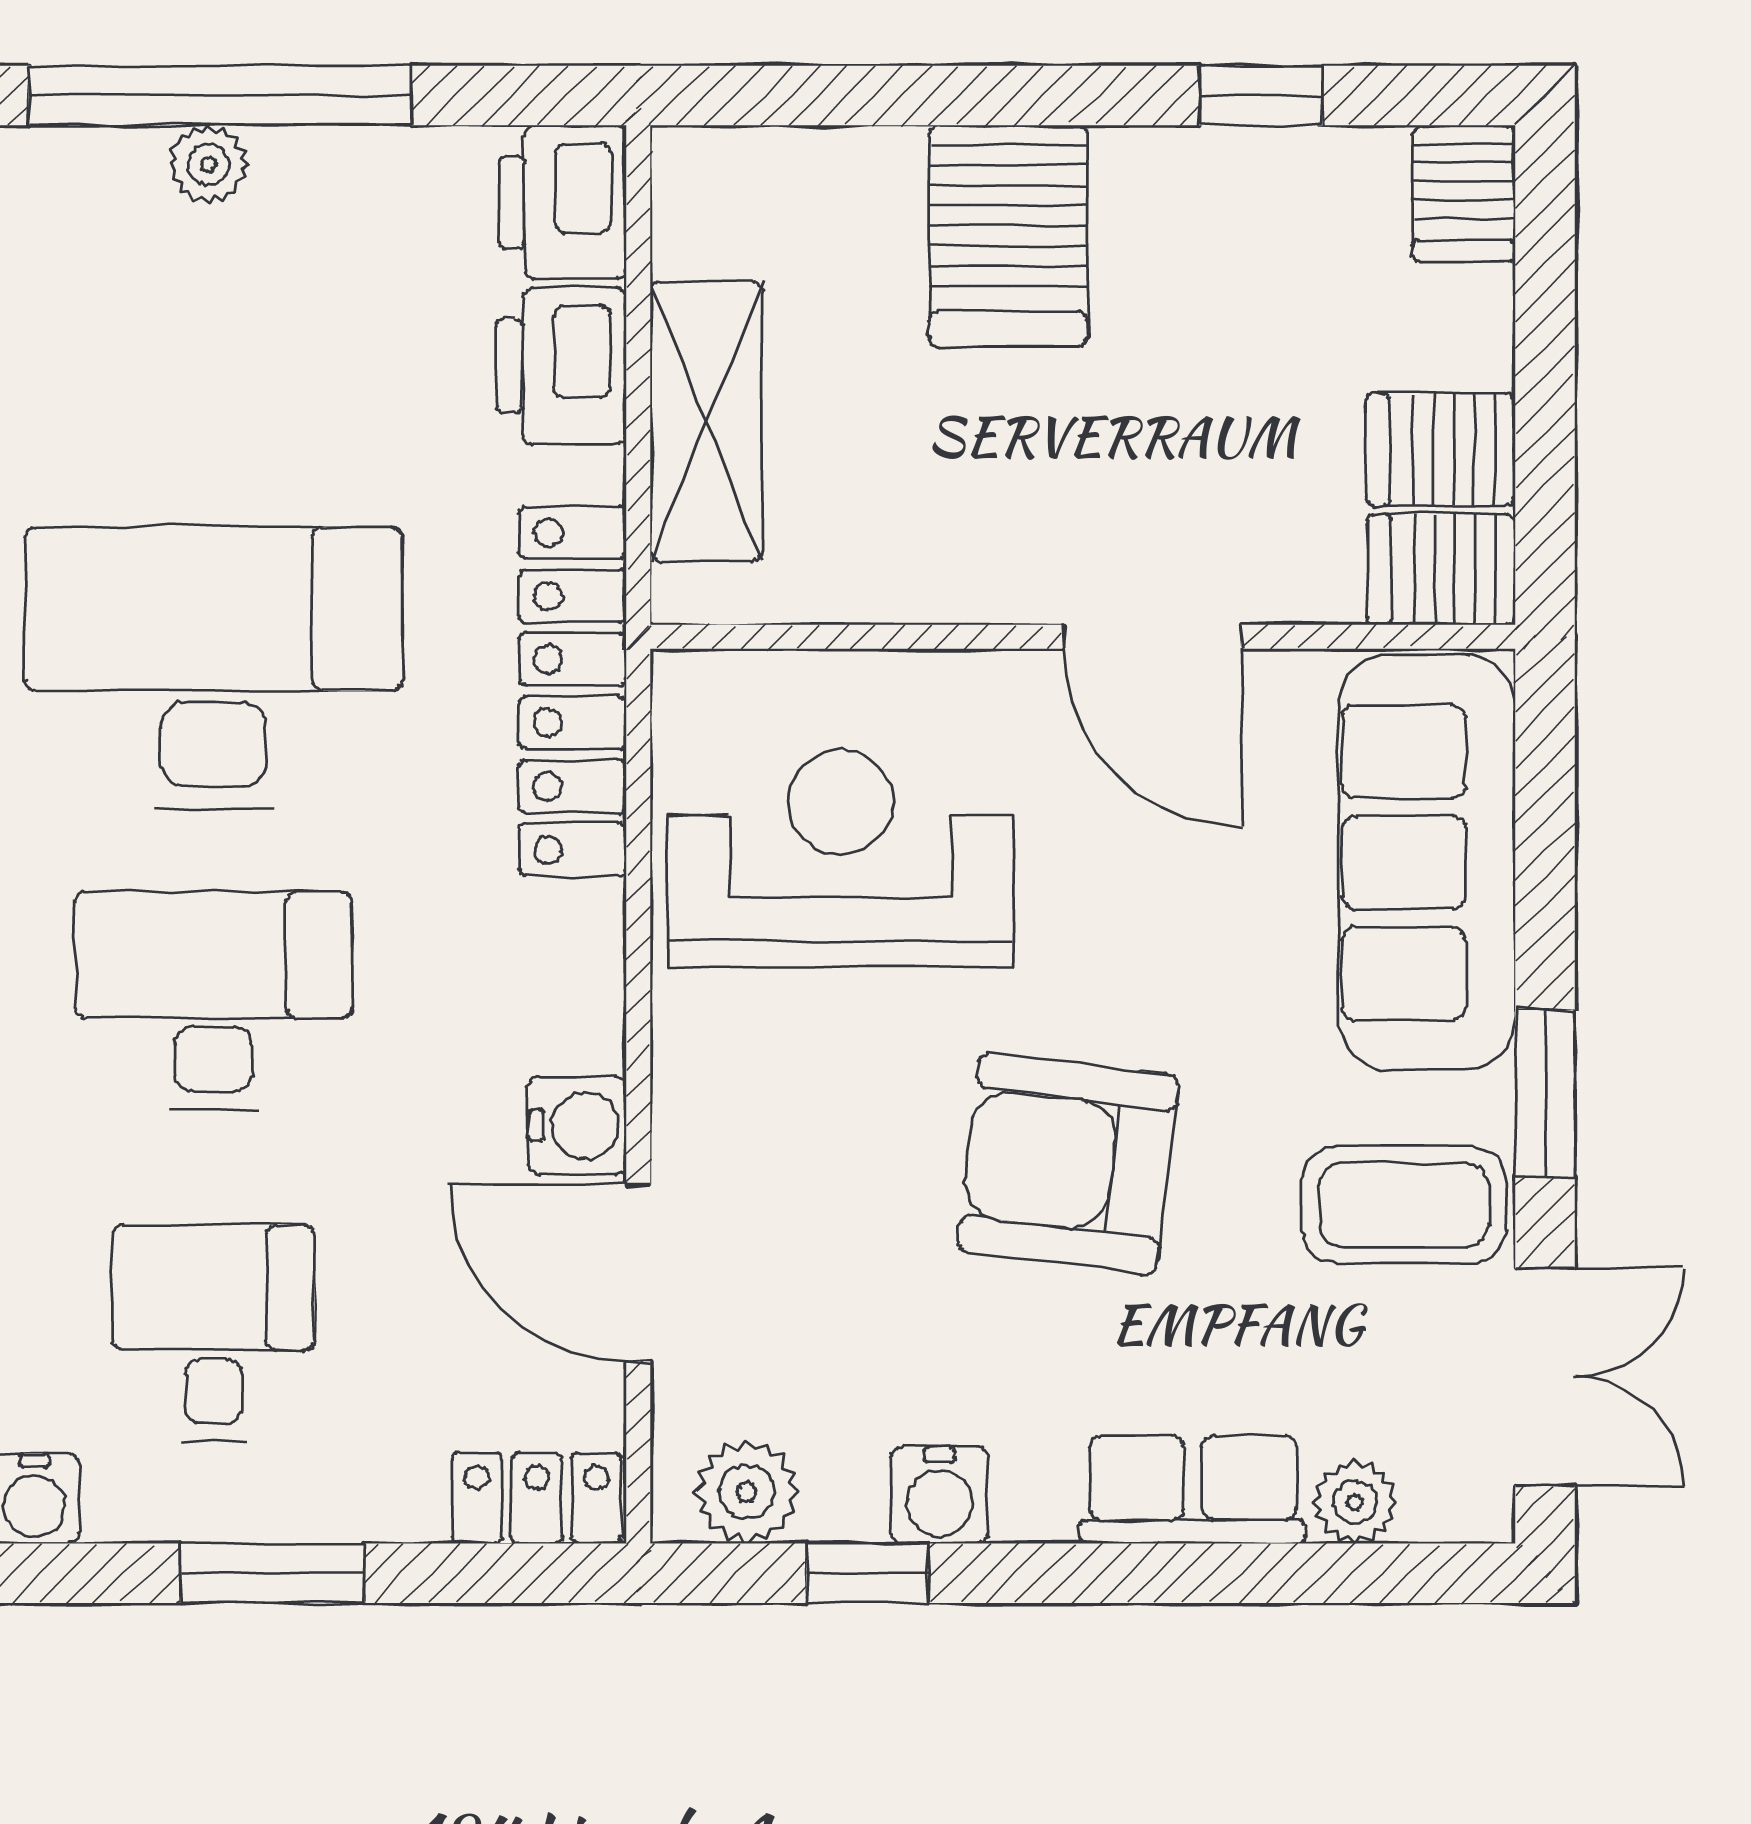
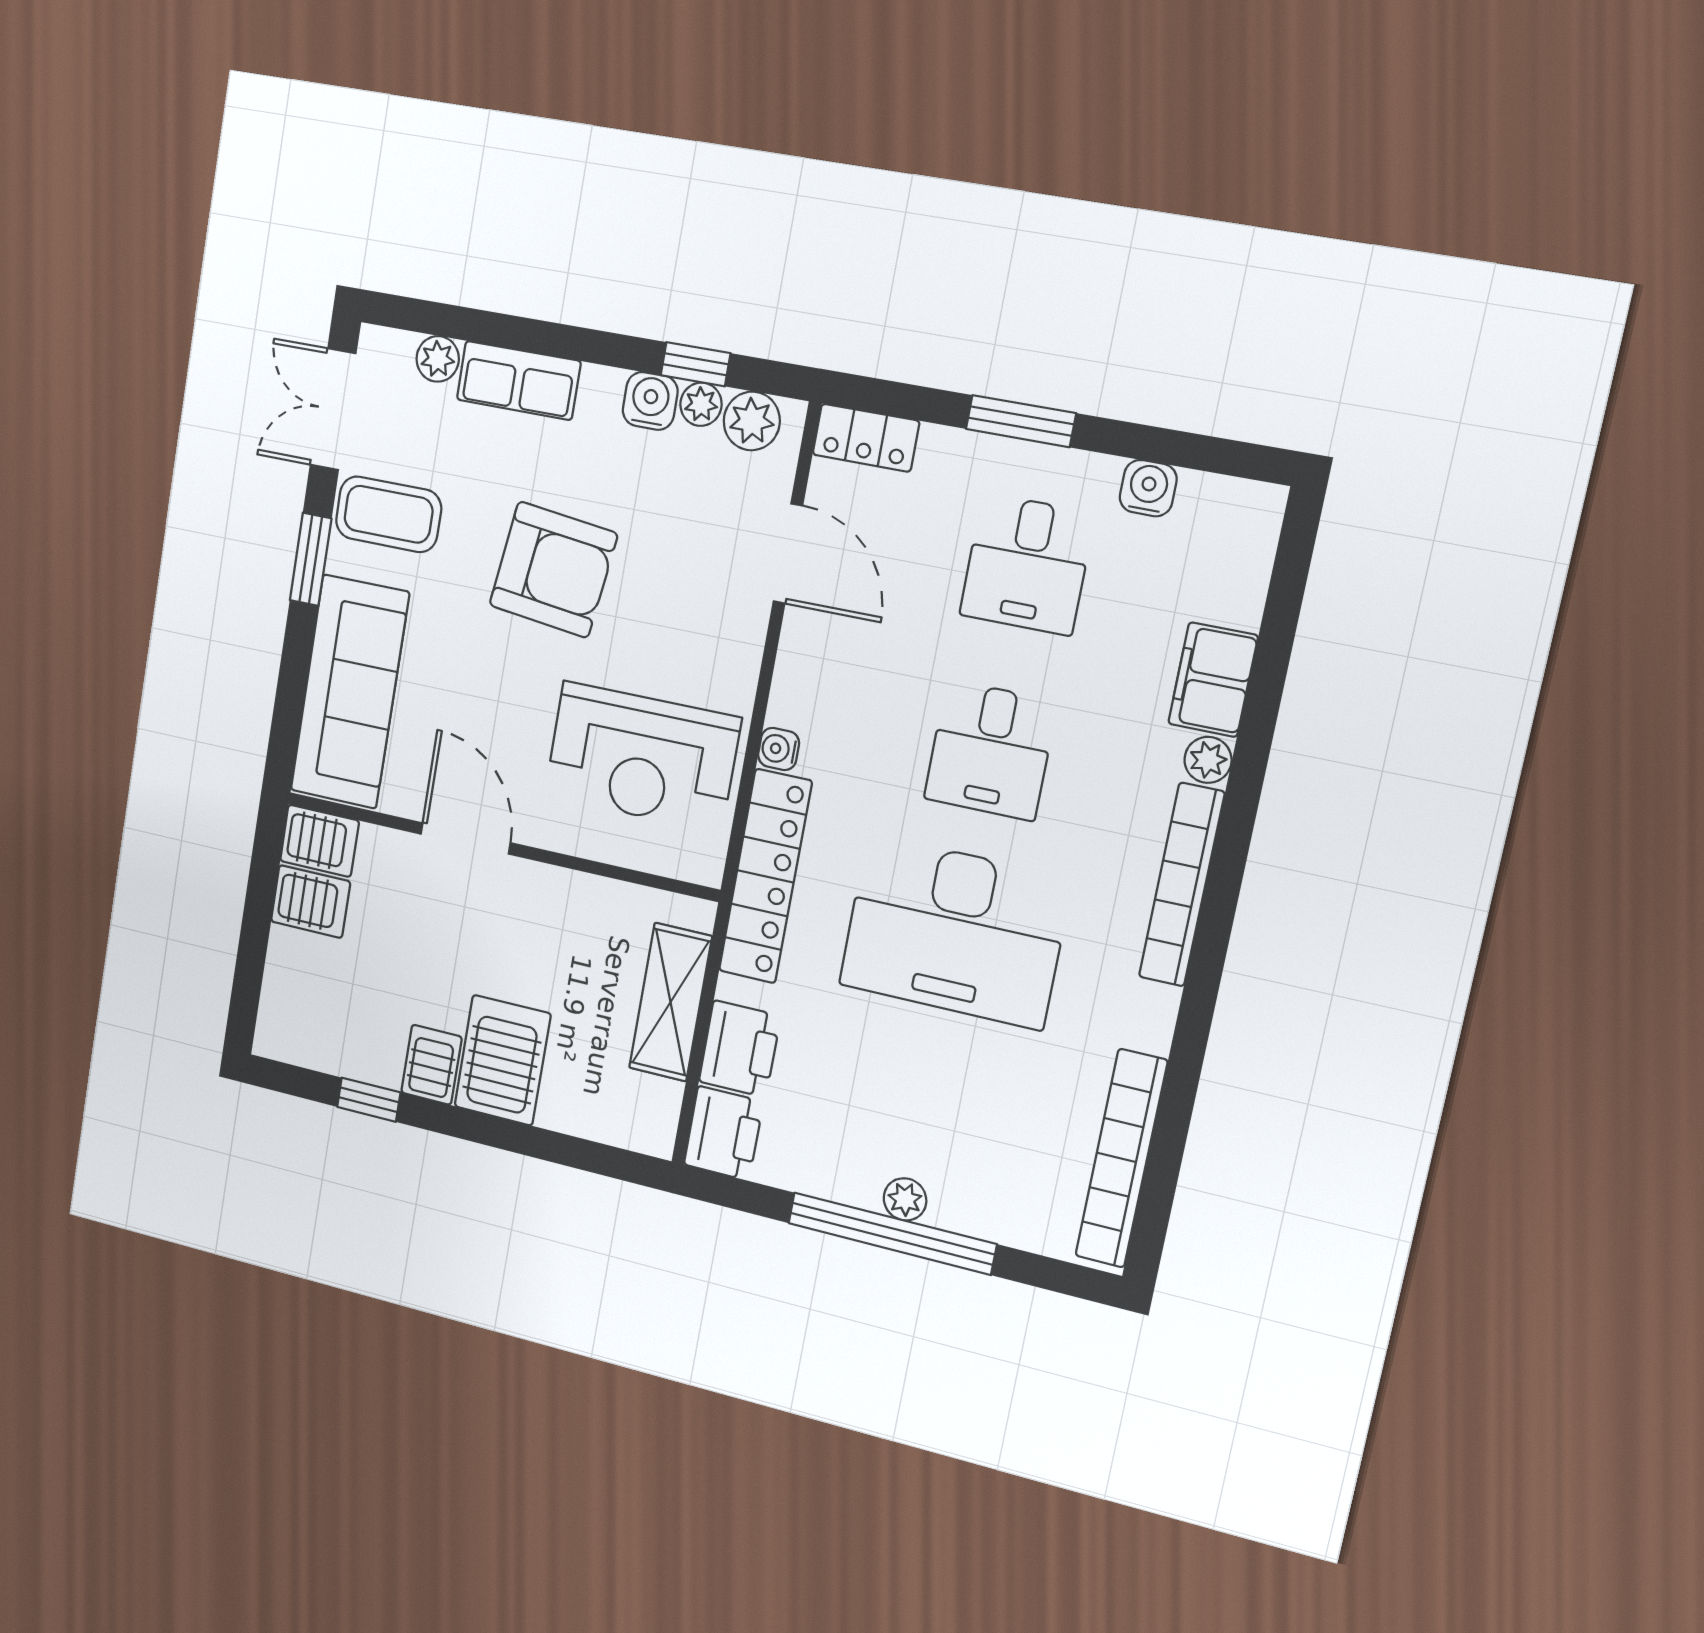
server rack: (1464, 193) -> (431, 1065), moved
desk: (214, 1001) -> (991, 750), width x0.73
water cooler: (577, 1126) -> (779, 749), moved, width x0.72, depth x0.72
plant: (845, 1505) -> (701, 404), added

